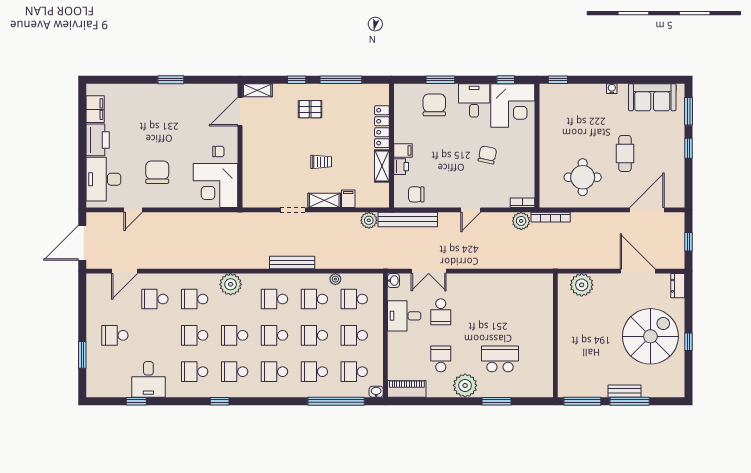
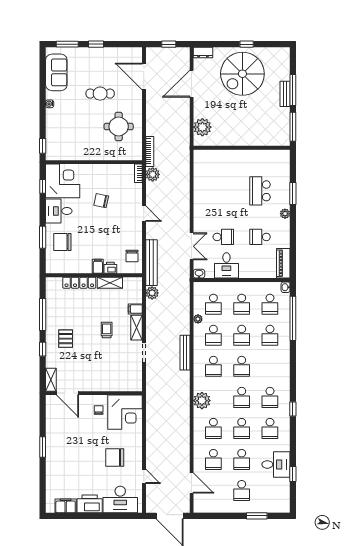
spiral stairs: (650, 336) -> (242, 74), turned -90
school desk: (274, 372) -> (242, 459), moved
plant: (465, 385) -> (285, 214), width x0.53, depth x0.53

